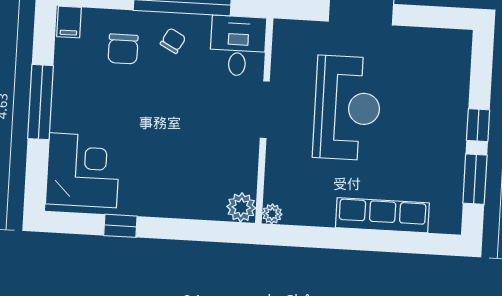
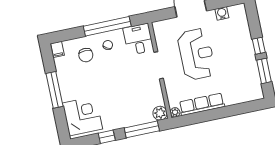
water cooler: (421, 39) -> (222, 13), added
row of seats: (382, 215) -> (202, 104), moved
window: (195, 230) -> (142, 129), added

